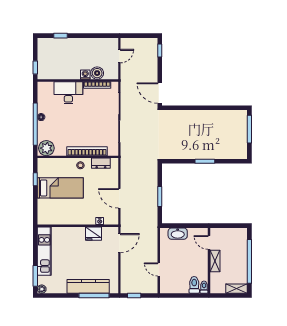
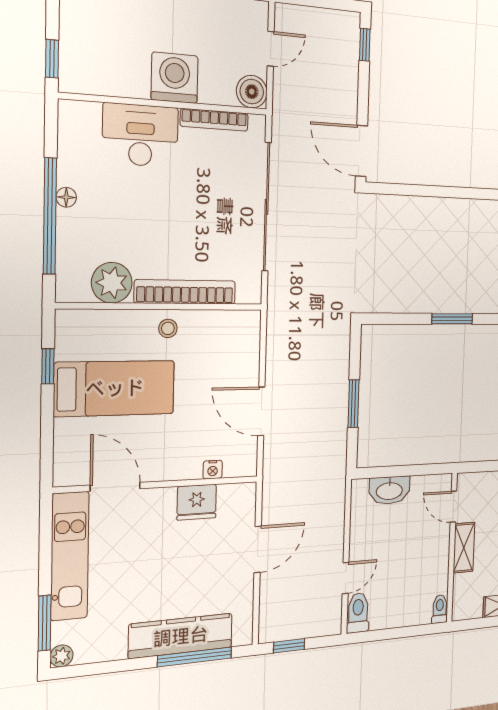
boiler: (97, 73) -> (252, 92), moved
washing machine: (85, 75) -> (175, 78), width x1.89, depth x1.89
plant: (46, 148) -> (112, 283), moved
dresser: (101, 163) -> (219, 323), removed
door: (61, 226) -> (115, 487), added
door: (119, 243) -> (258, 549), moved
door: (159, 270) -> (346, 578), swing flipped
toilet: (194, 285) -> (358, 613), moved

